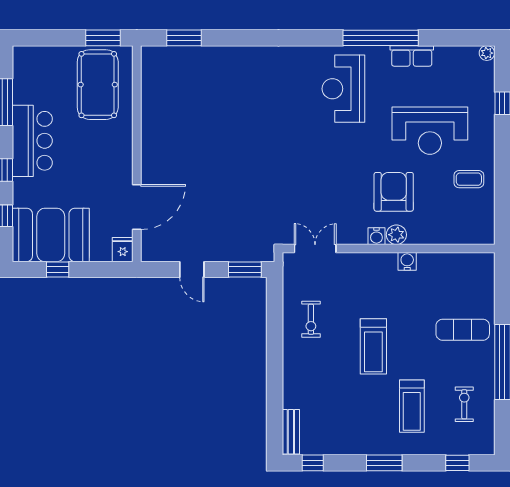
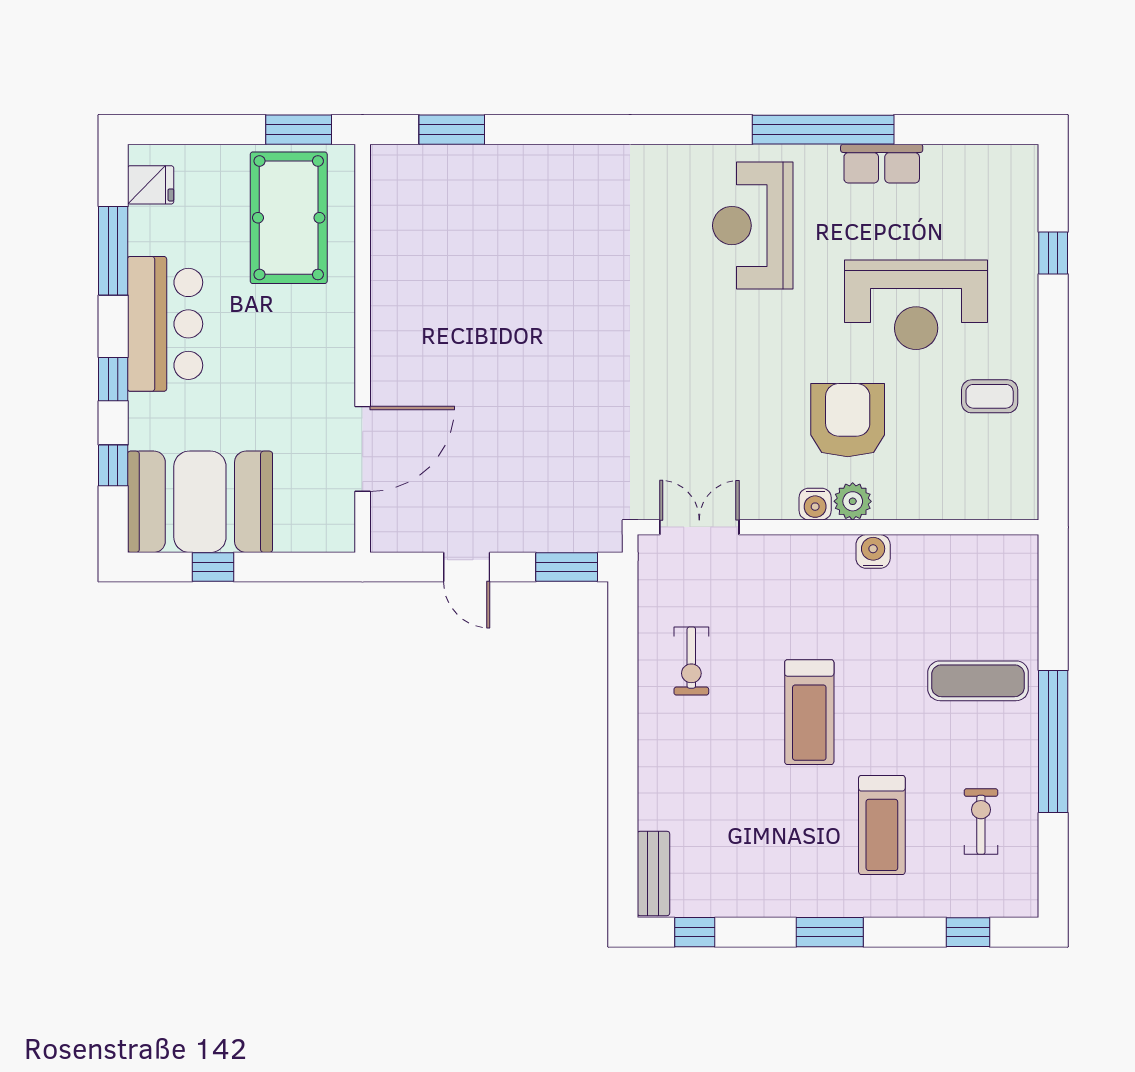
plant: (487, 53) -> (1024, 158), removed
fridge: (123, 250) -> (151, 185), moved, turned 90

